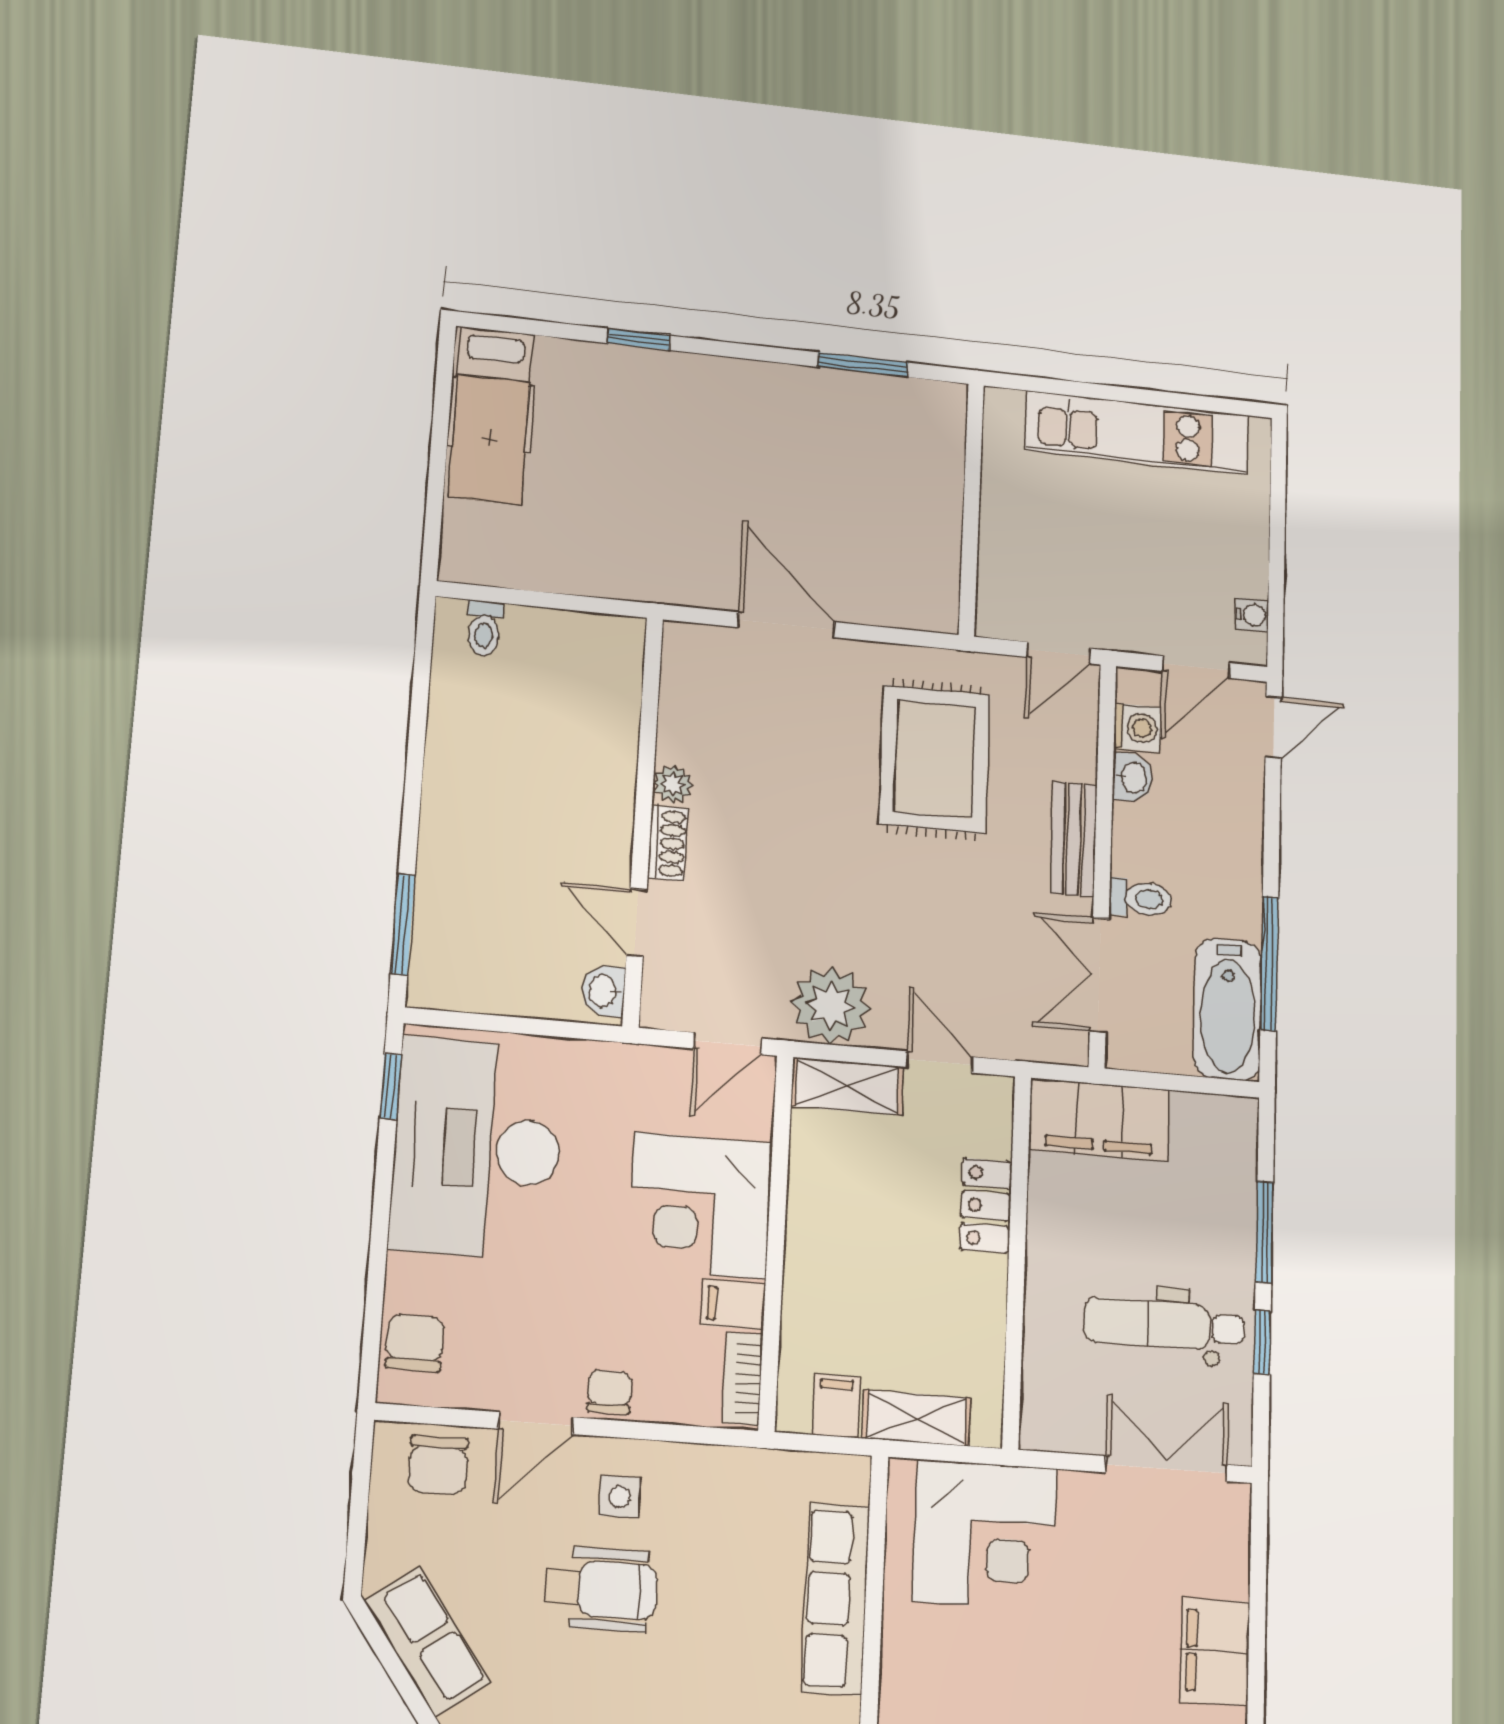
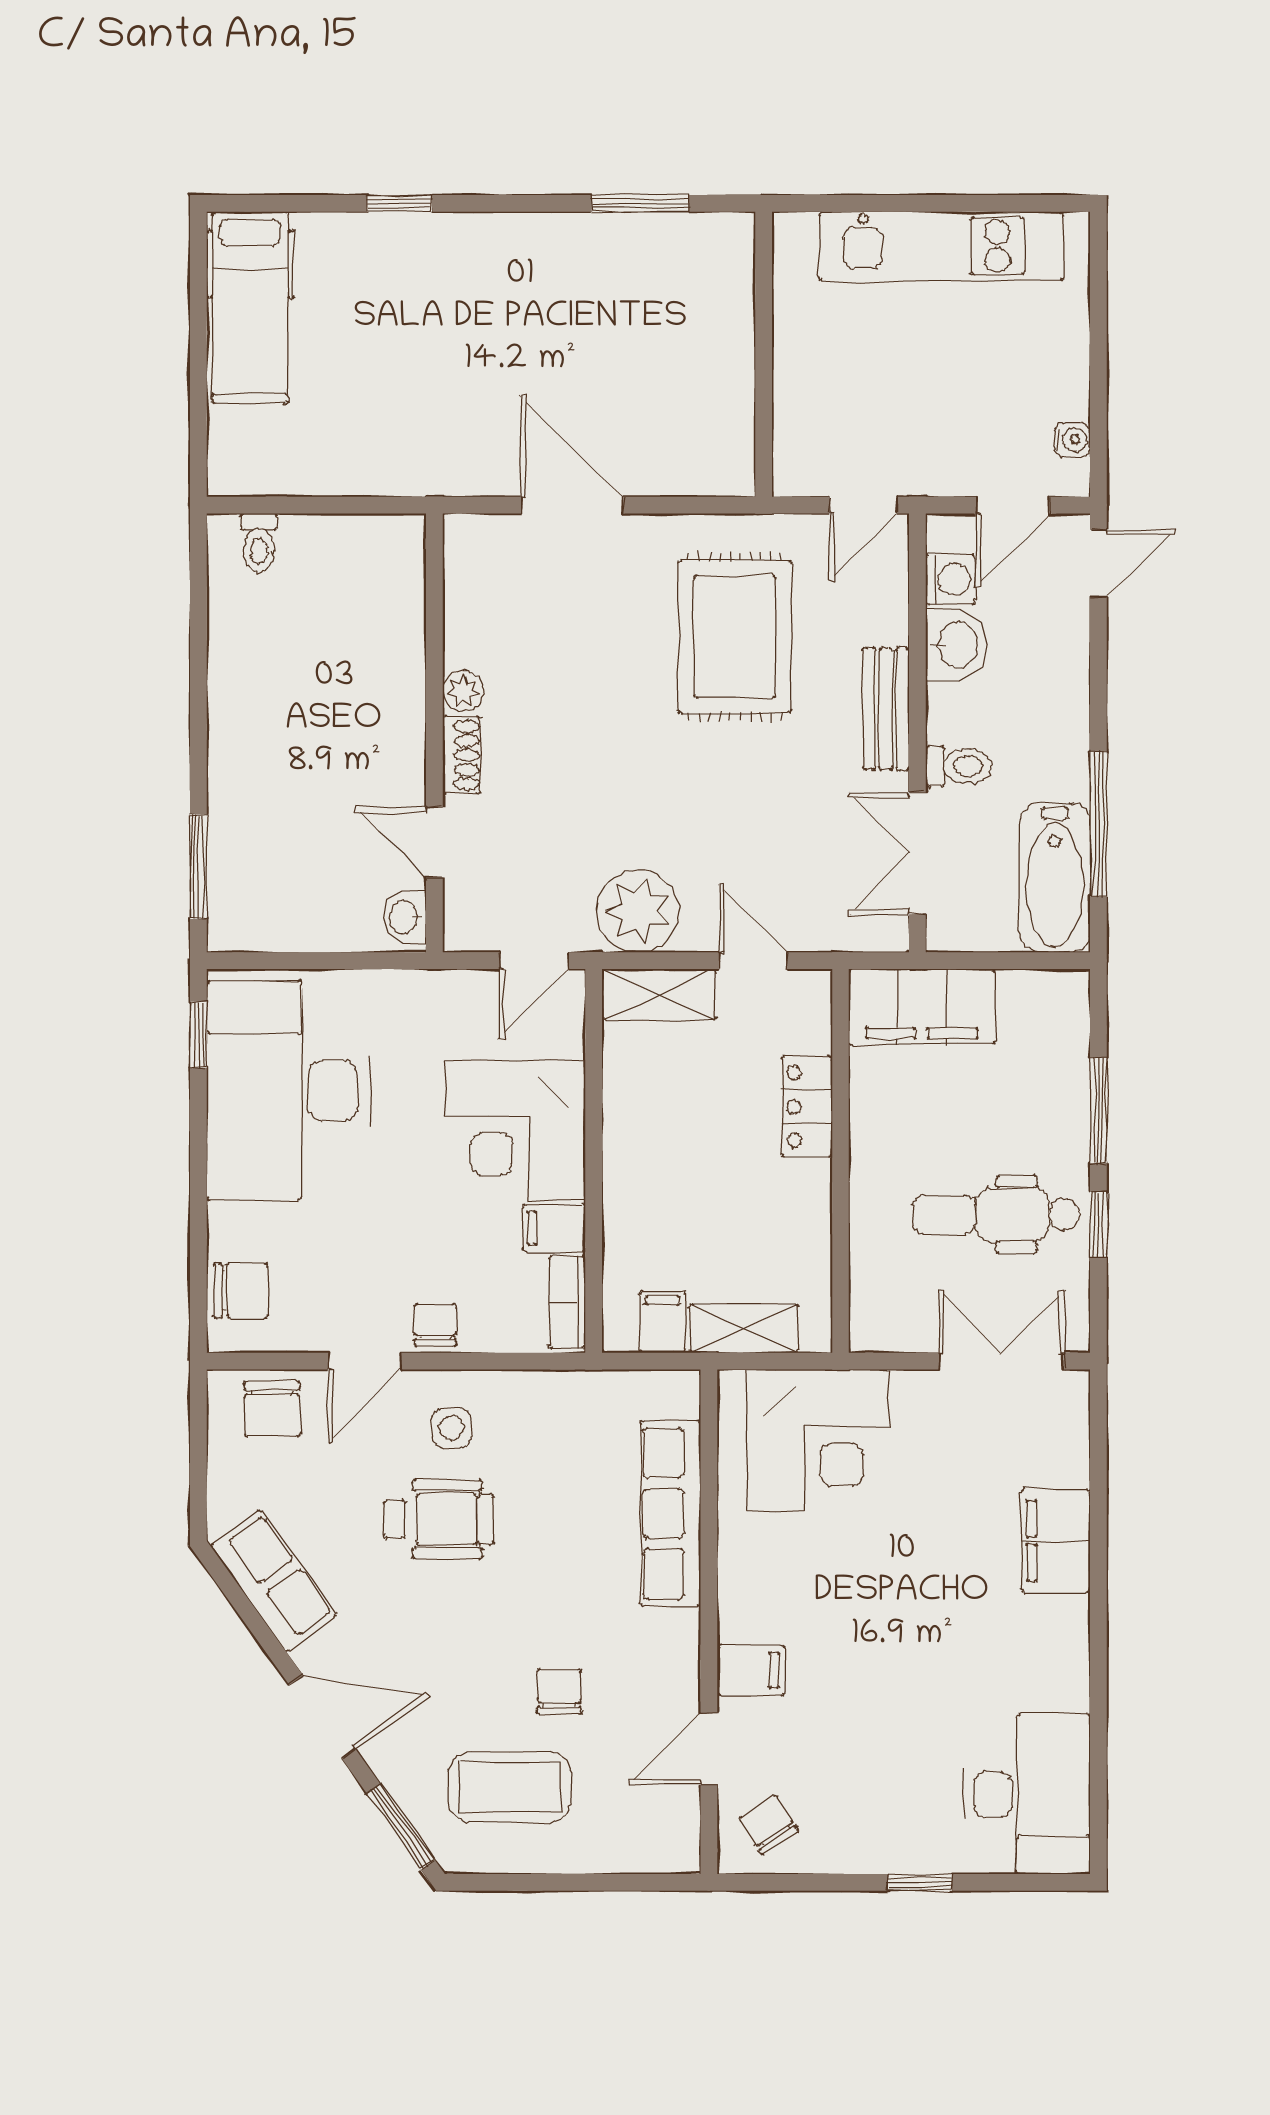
washbasin: (1132, 777) -> (956, 645), width x1.38, depth x1.45
chair: (415, 1343) -> (241, 1291), turned 90

